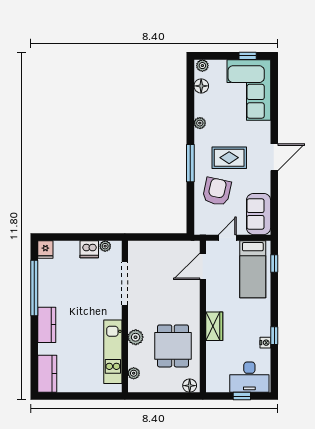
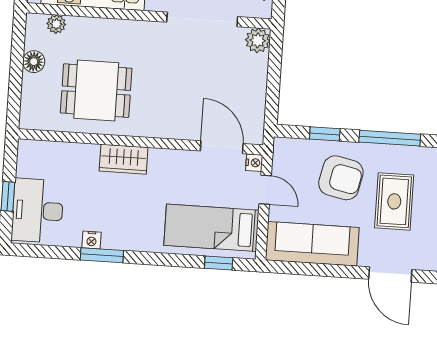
window: (190, 203) -> (325, 134), added
sofa: (259, 214) -> (312, 244), width x1.36
nightstand: (211, 246) -> (254, 163), added
window: (274, 336) -> (102, 255), width x1.50
plant: (136, 337) -> (258, 40), moved
floor lamp: (190, 386) -> (34, 62), moved

